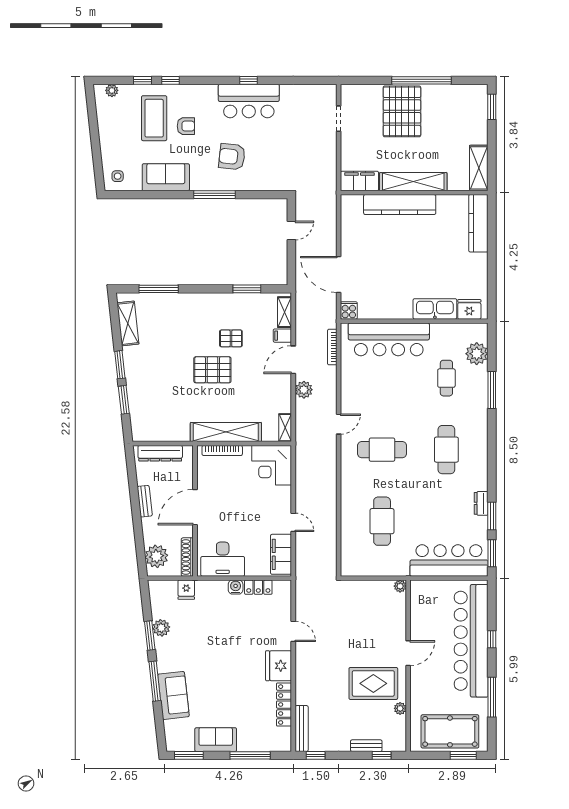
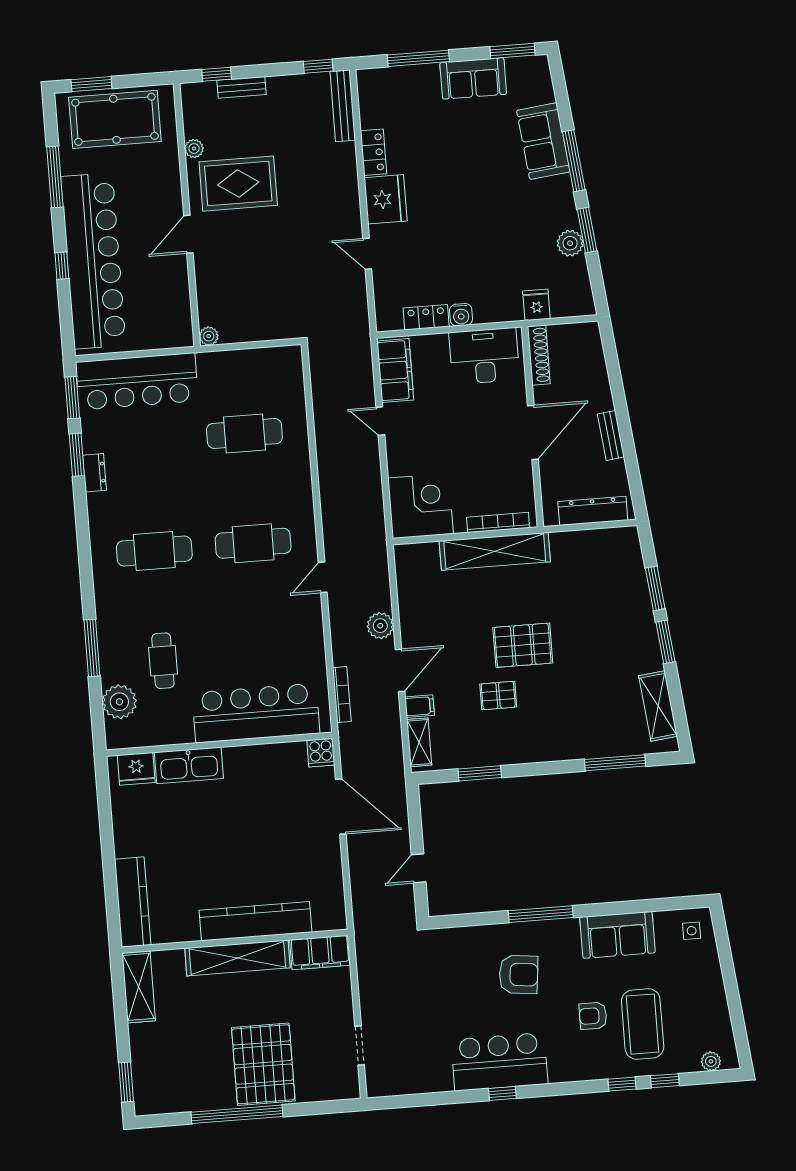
shelving: (285, 428) -> (404, 565), removed
cafe table: (446, 450) -> (154, 551), turned 90
cafe table: (382, 521) -> (244, 434), turned 90
plant: (156, 556) -> (586, 352), removed
locker: (284, 705) -> (373, 152), width x0.66

